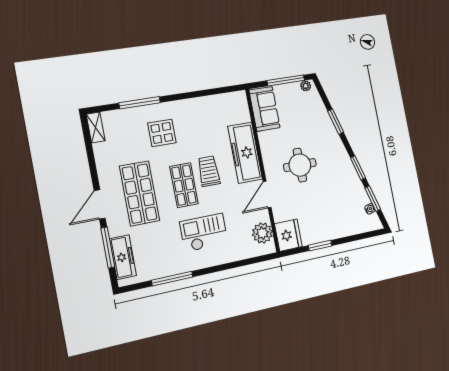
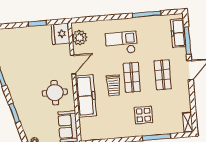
round table: (300, 165) -> (55, 93), moved
shop shelf: (140, 193) -> (163, 75), width x0.70, depth x0.74
checkout: (204, 233) -> (121, 43), turned 180

